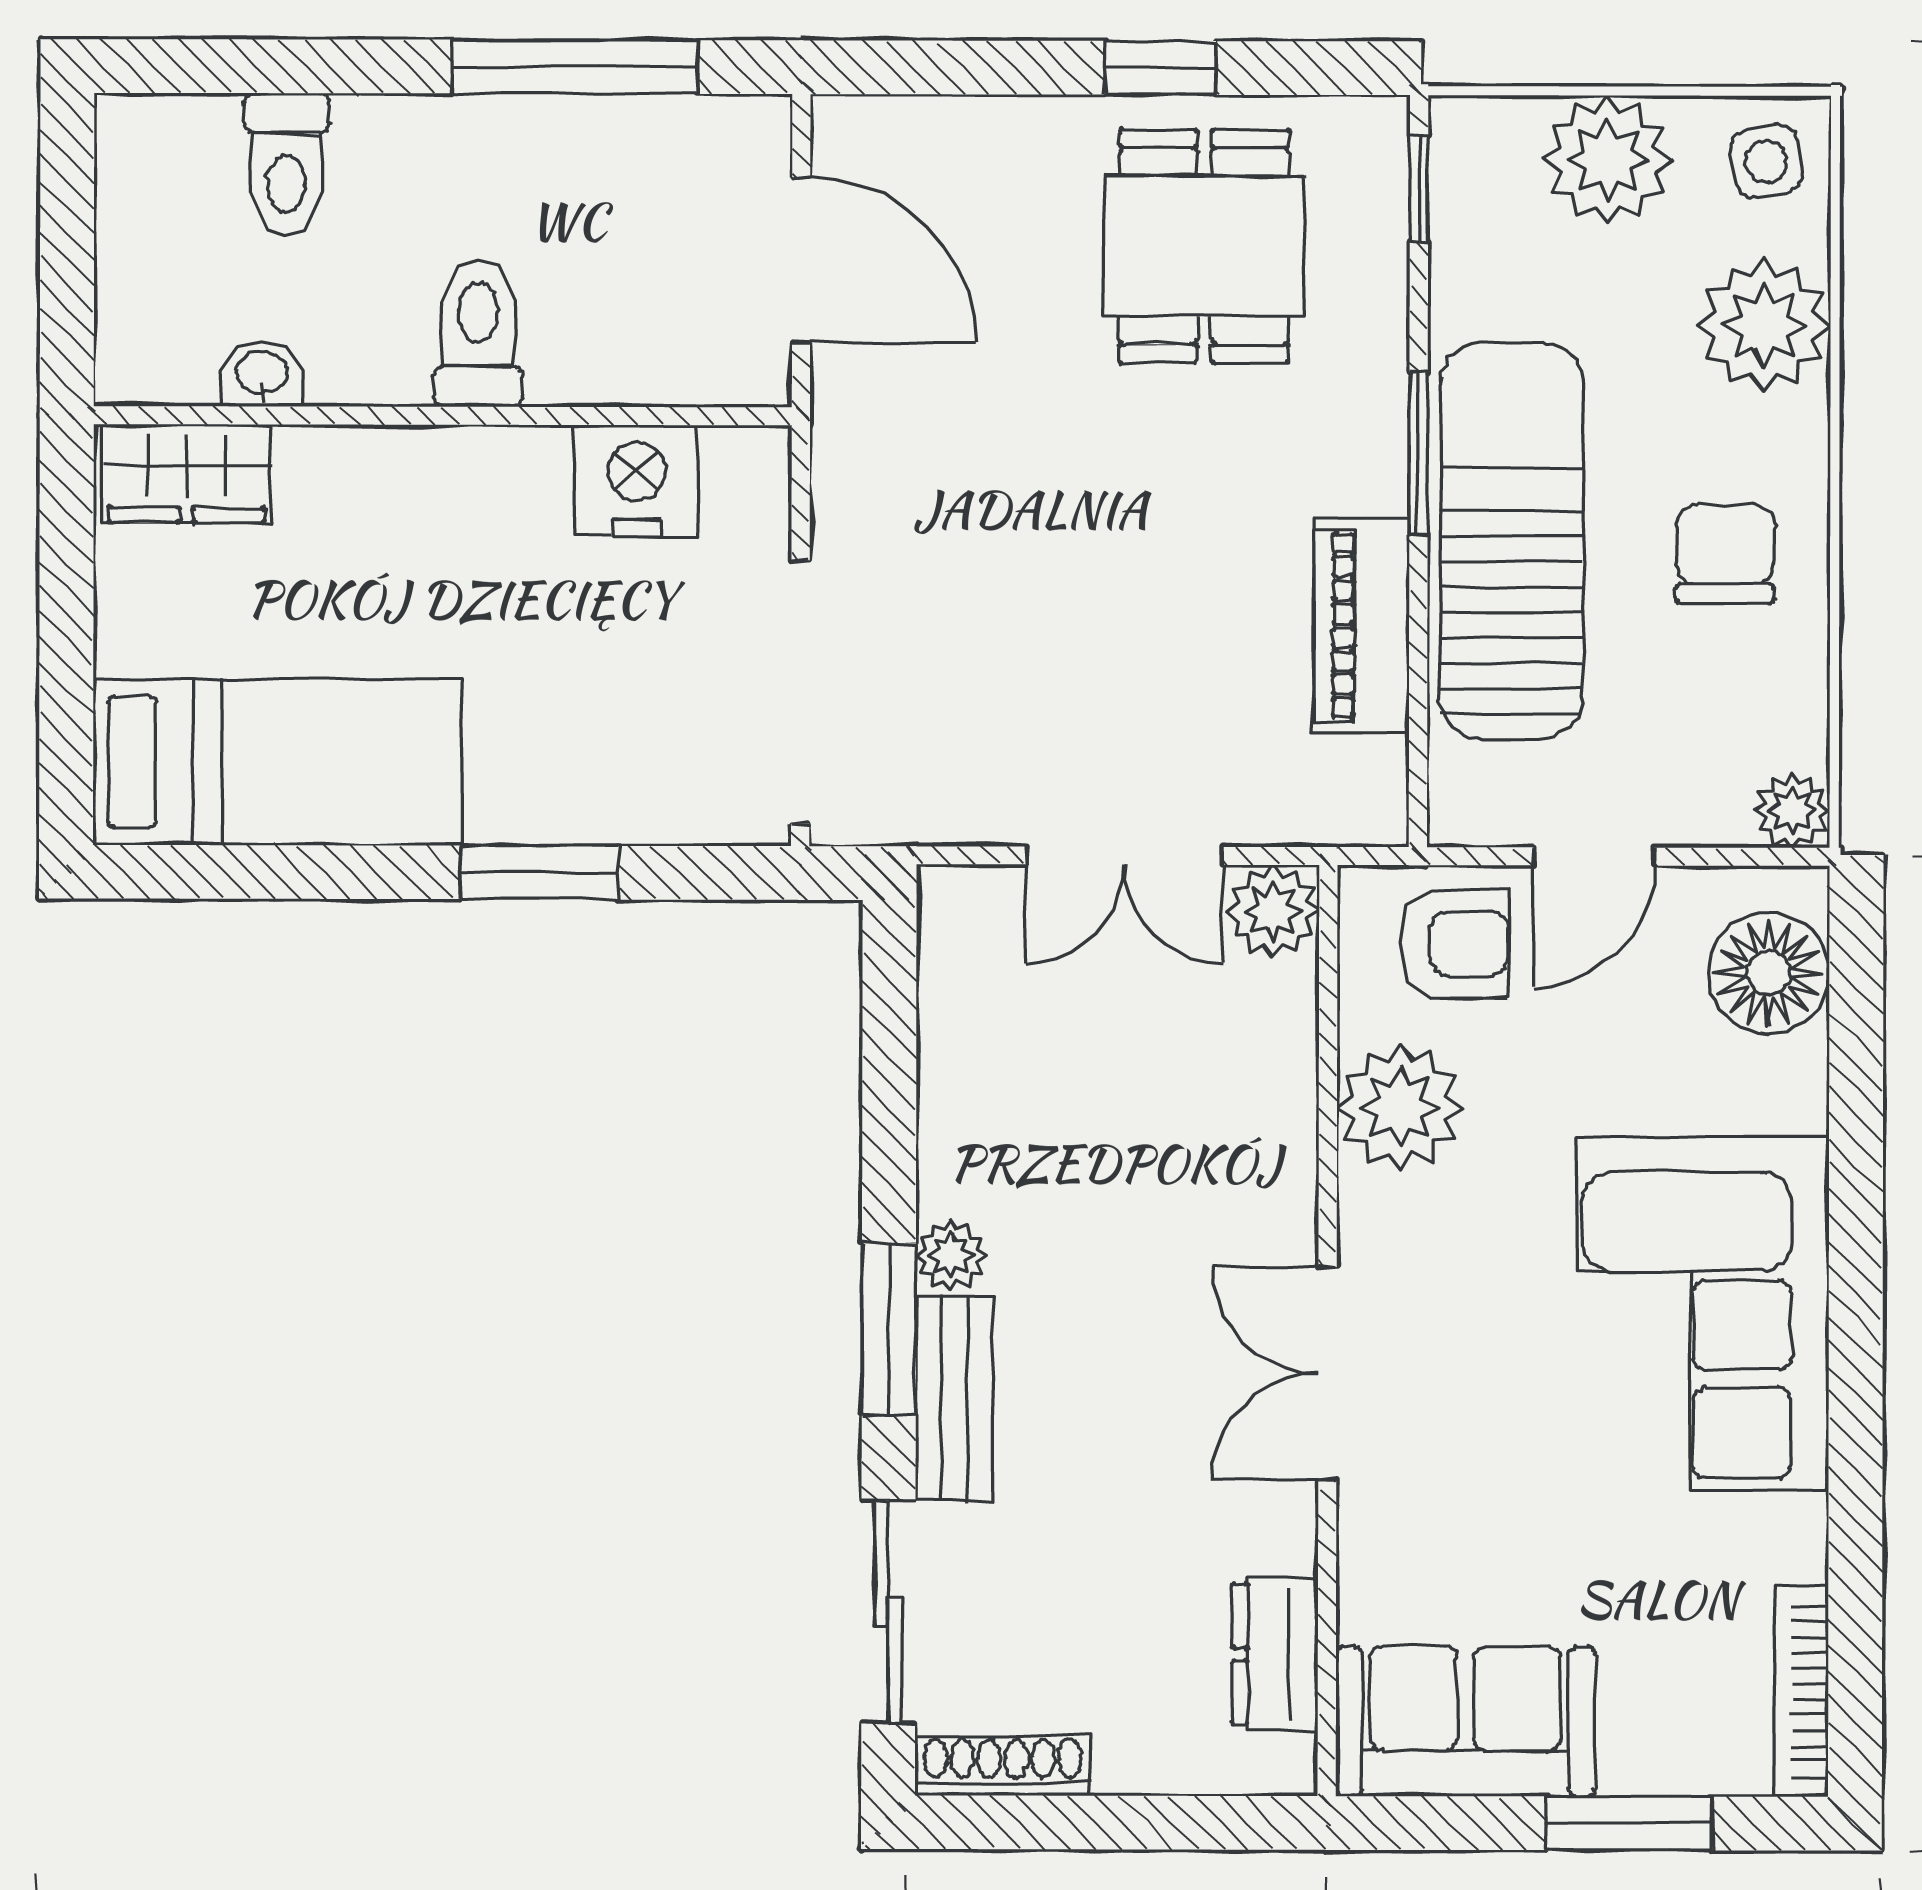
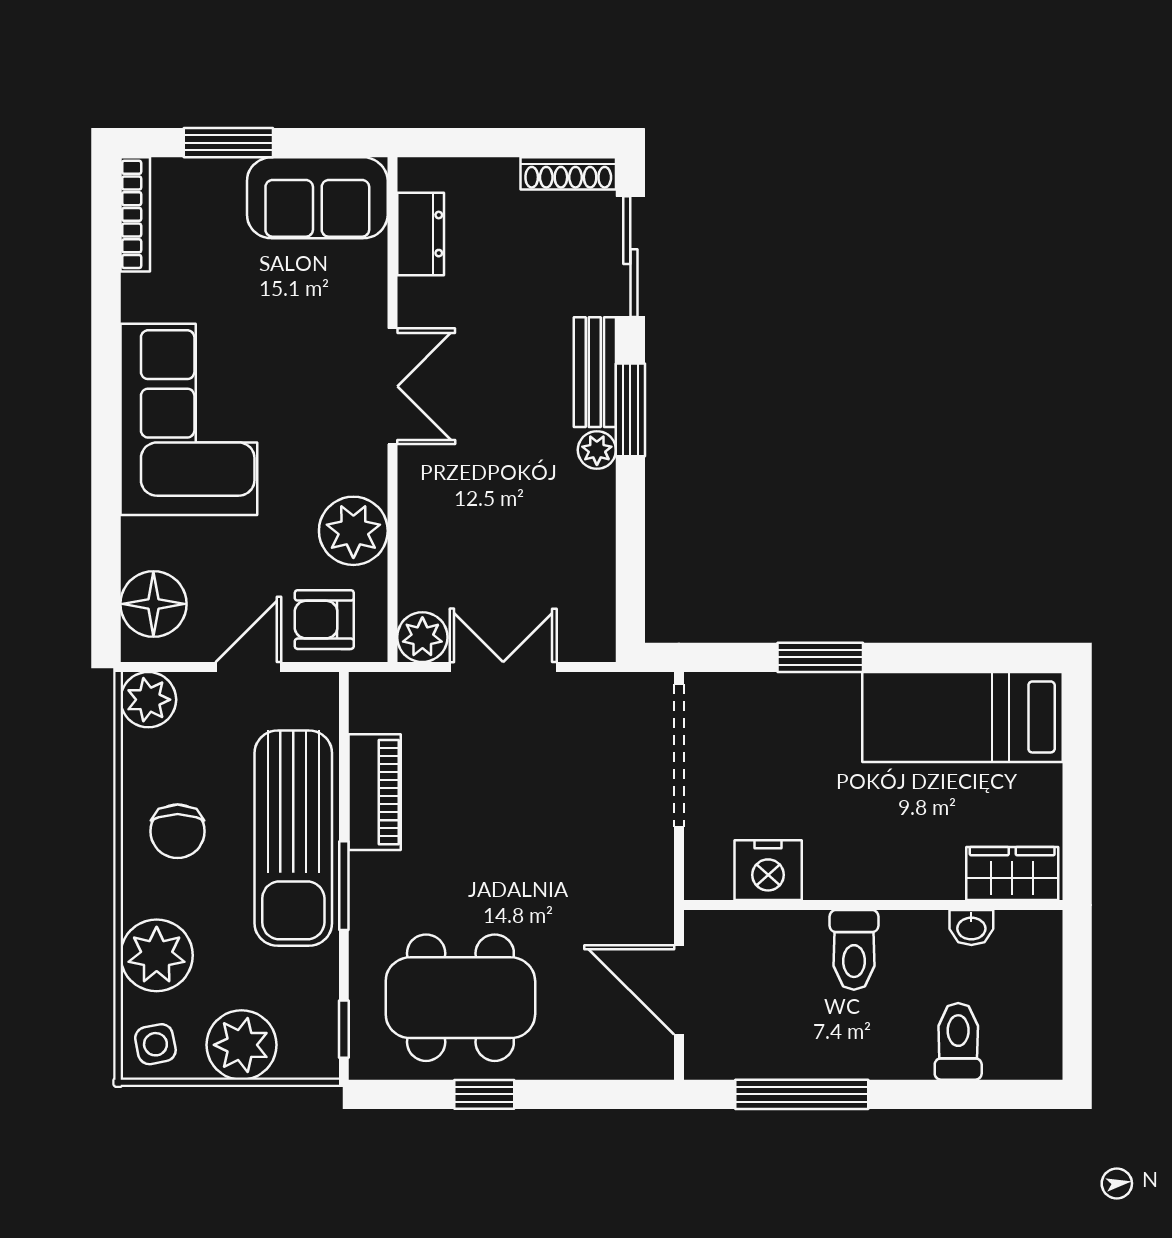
dining table: (1204, 246) -> (460, 998), width x1.38
plant: (1793, 811) -> (148, 700), width x1.38, depth x1.38

